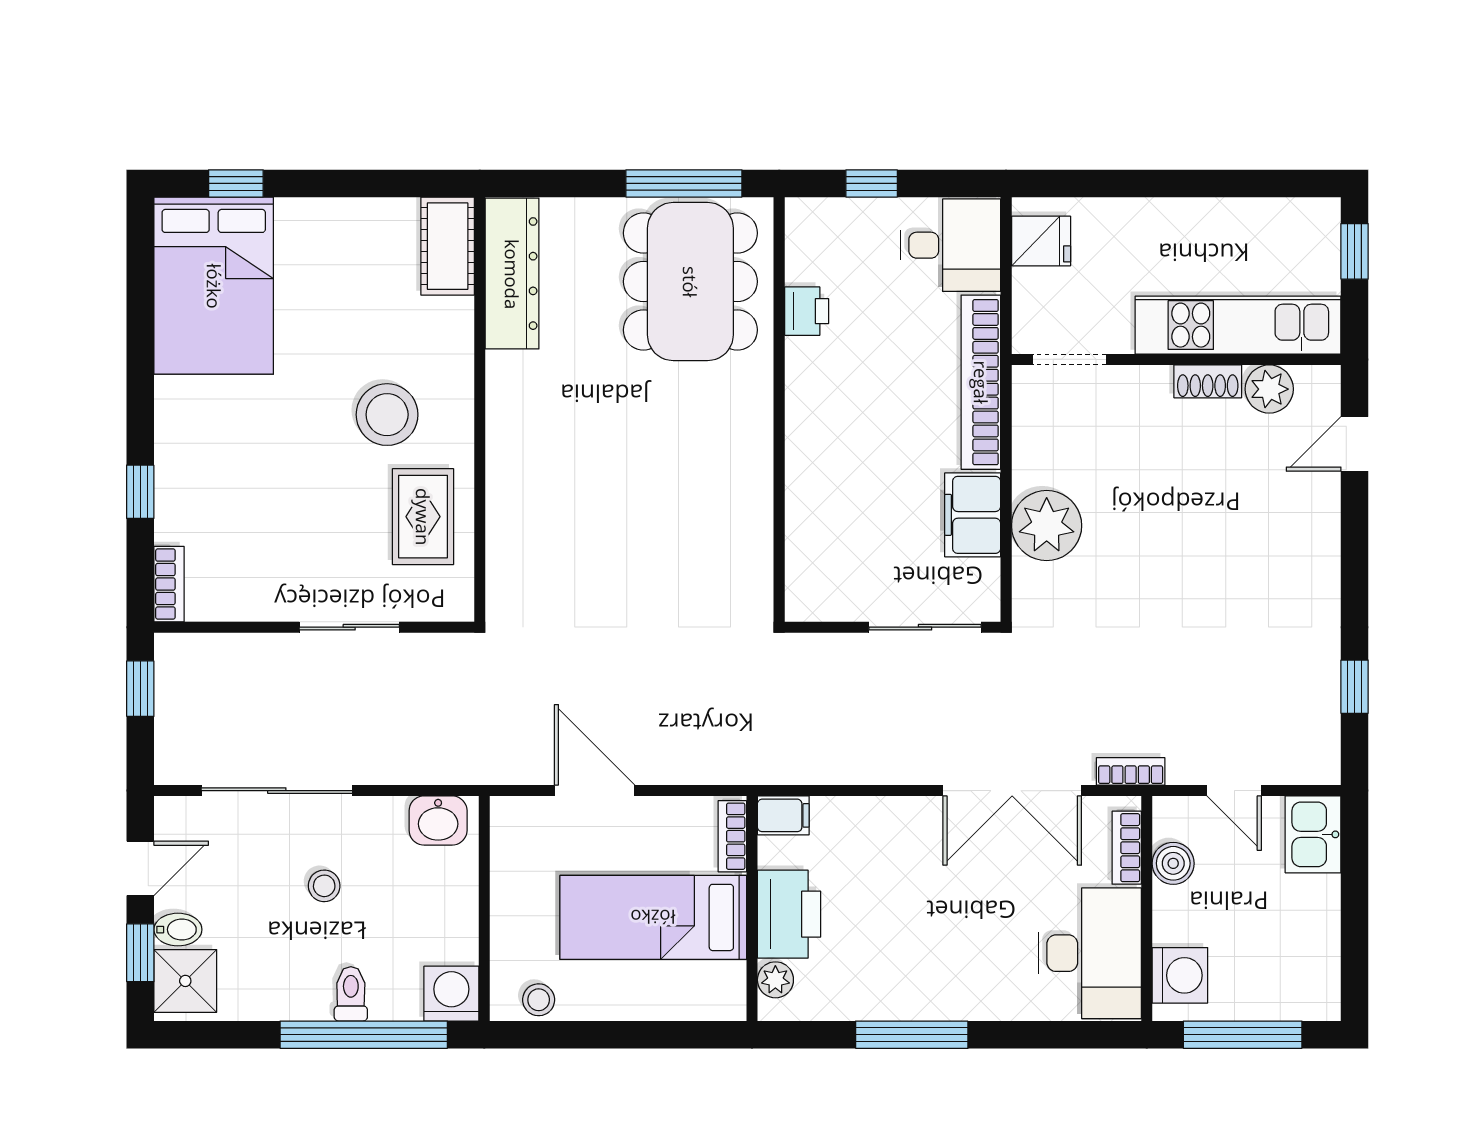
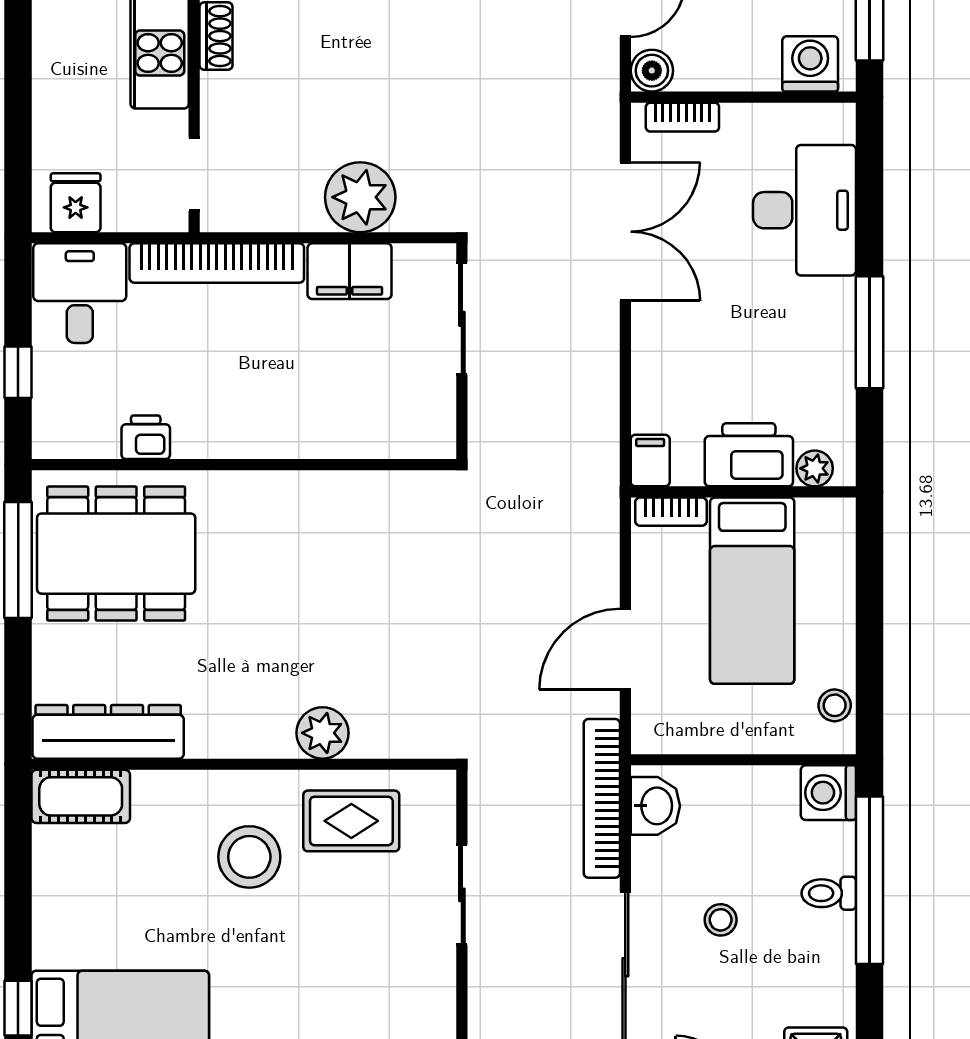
plant: (511, 488) -> (322, 733), added
bookcase: (1131, 771) -> (602, 798), moved, width x2.31, depth x1.31
boiler: (1173, 863) -> (652, 71), moved
desk: (1090, 953) -> (805, 210), moved, turned 90

